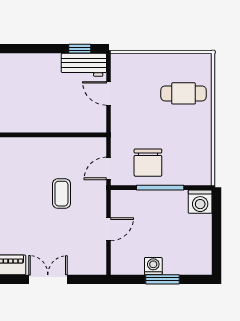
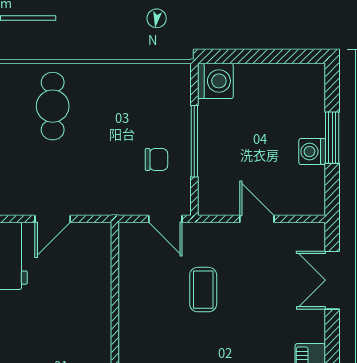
chair: (148, 163) -> (156, 159), width x0.54, depth x0.54
coffee table: (61, 194) -> (203, 290), turned 90
double door: (48, 279) -> (332, 280), moved

